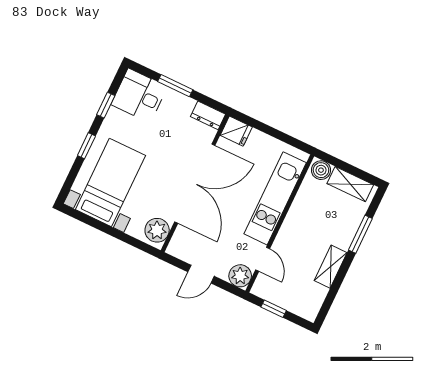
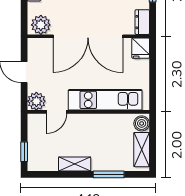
window: (274, 309) -> (24, 152), moved

